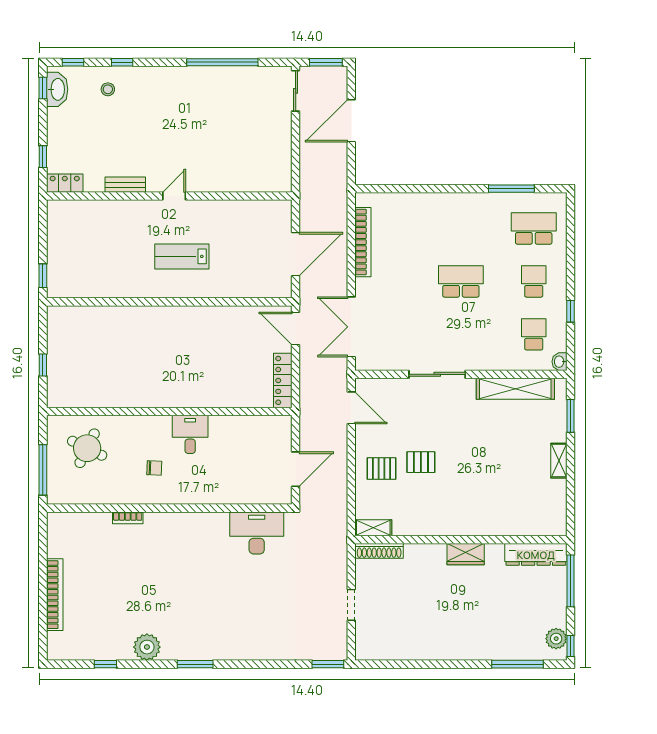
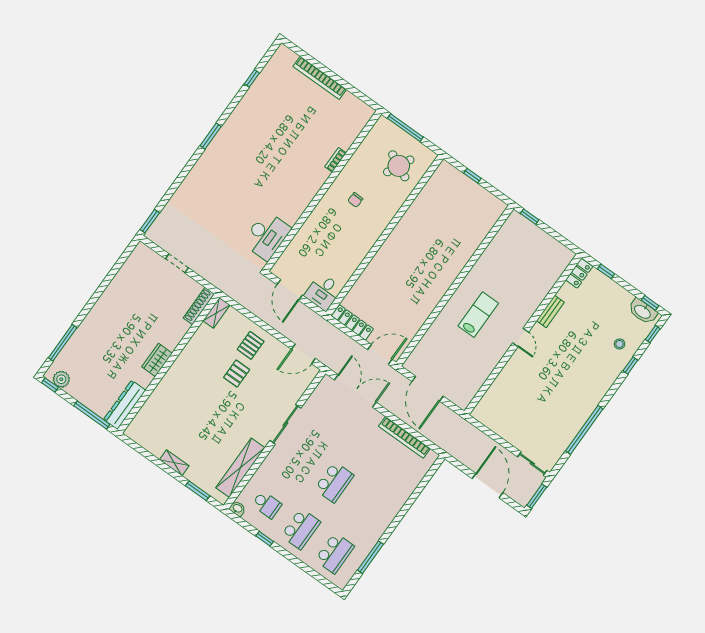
school desk: (534, 281) -> (301, 529), width x1.85
desk: (190, 434) -> (323, 292), moved, turned 90
plant: (147, 647) -> (244, 113), removed

